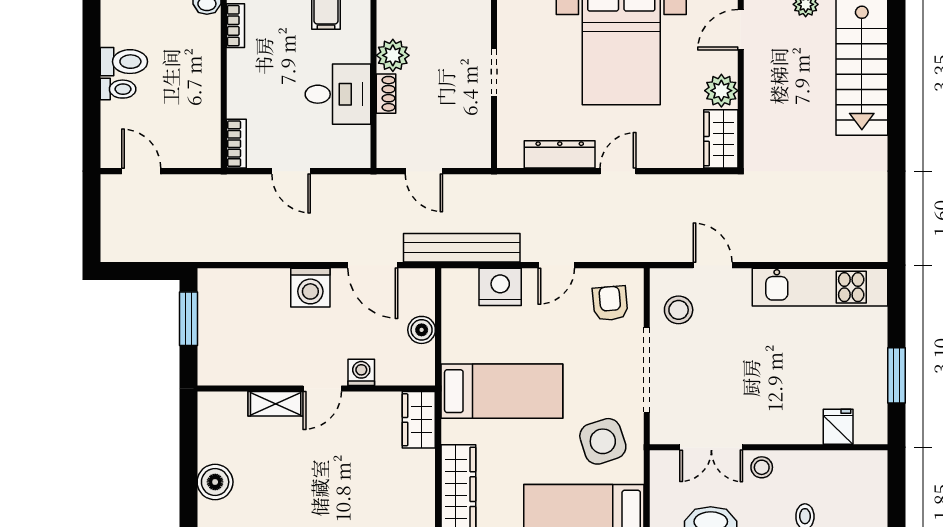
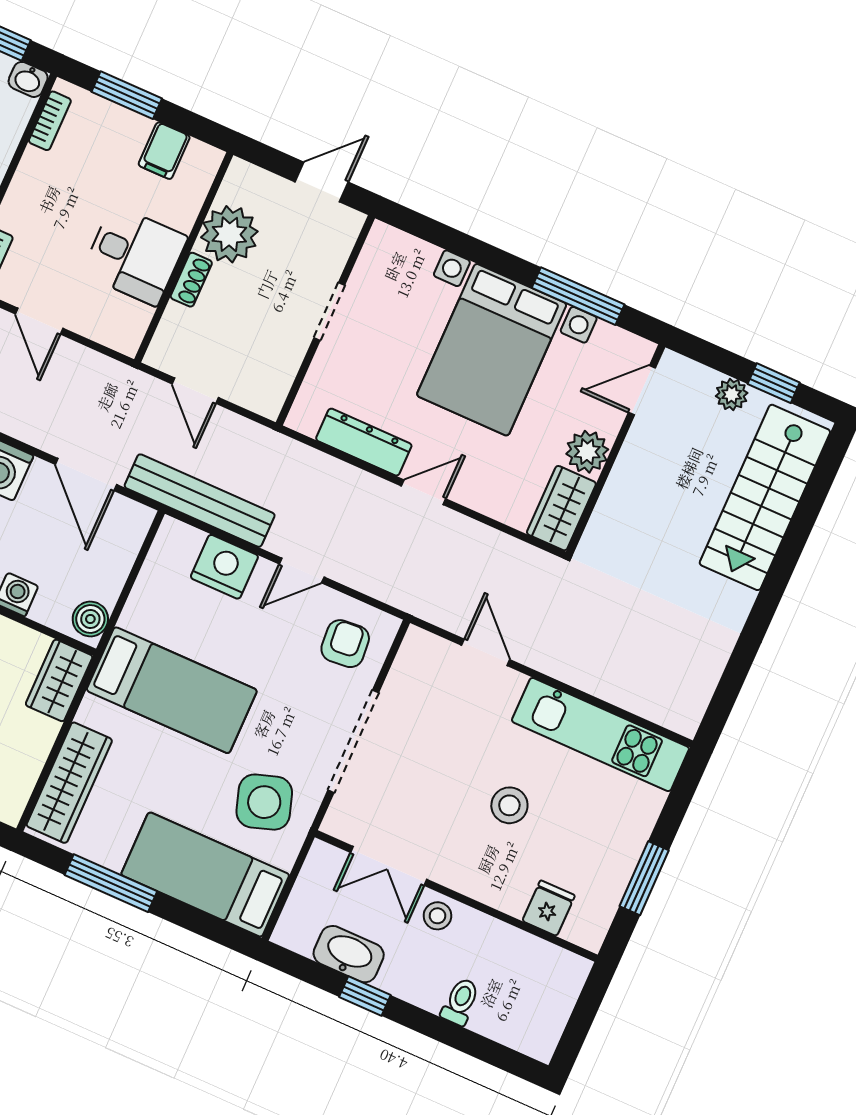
plant: (393, 55) -> (229, 234), width x1.36, depth x1.36
stool: (679, 310) -> (509, 805), moved
boiler: (422, 330) -> (90, 619), moved

